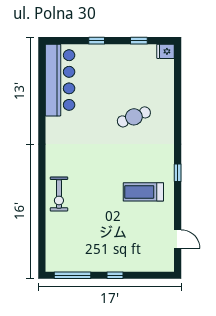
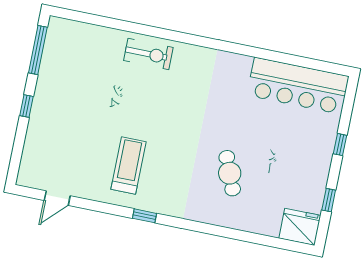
fridge: (166, 51) -> (300, 227), width x1.88, depth x1.34
exercise bike: (59, 194) -> (148, 54), turned 180

